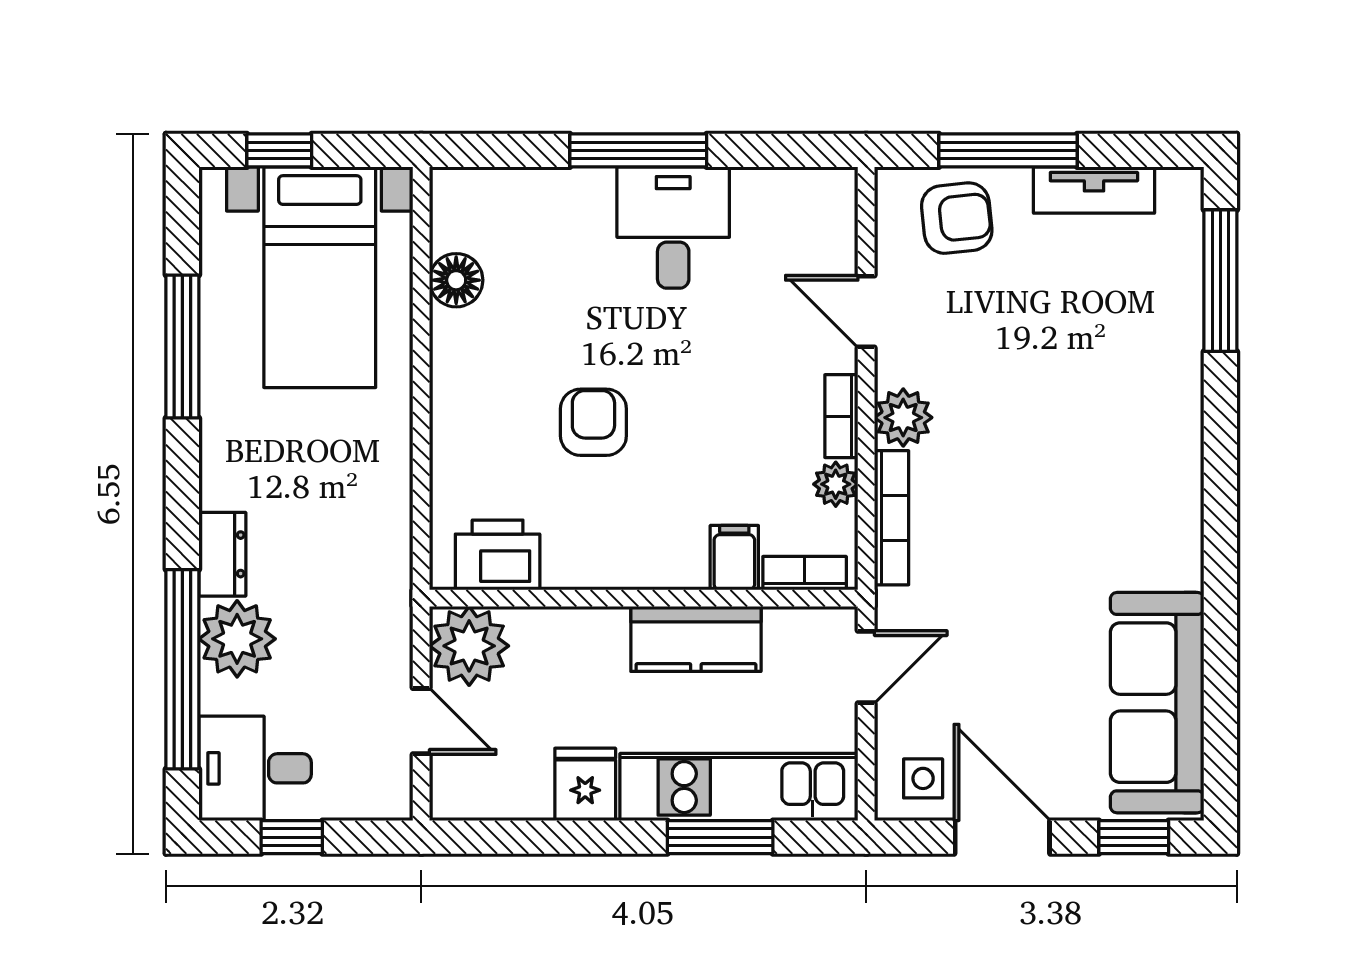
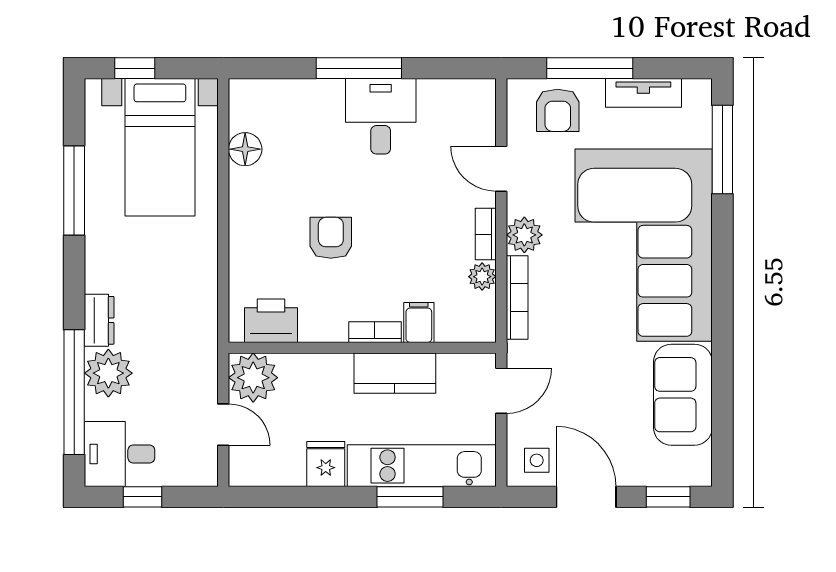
armchair: (957, 218) -> (558, 110), turned 96
corner sofa: (1094, 434) -> (644, 245), added
bookcase: (805, 573) -> (375, 332), moved
sofa: (1157, 703) -> (683, 395), width x0.73

